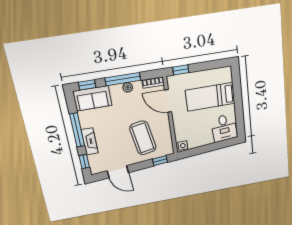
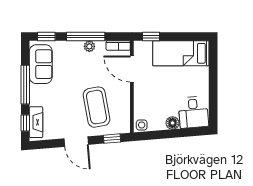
bed: (210, 97) -> (181, 53), moved
sofa: (92, 98) -> (41, 64), moved, turned -90
floor lamp: (208, 139) -> (173, 123), added
fireplace: (90, 141) -> (36, 122), moved
door: (118, 172) -> (76, 142), moved

